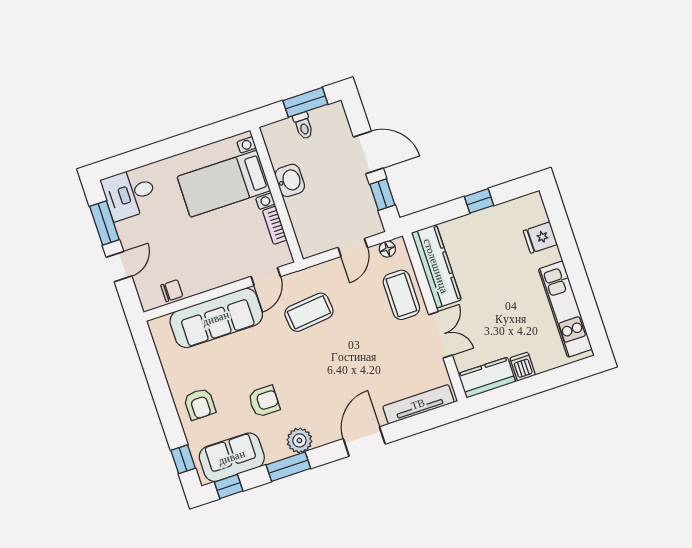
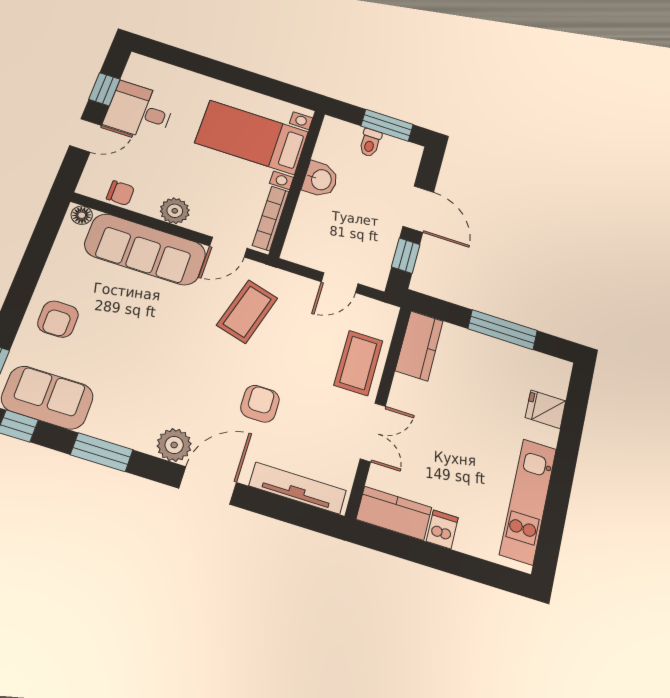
desk: (129, 194) -> (140, 111), moved
window: (479, 201) -> (503, 330), width x2.17
window: (104, 223) -> (104, 89), width x0.67
bookcase: (275, 225) -> (271, 218), width x1.56
floor lamp: (387, 249) -> (82, 215), moved
kitchen counter: (436, 266) -> (419, 346), width x0.67
plant: (214, 277) -> (175, 211), added
coffee table: (309, 312) -> (247, 312), turned -68
armchair: (264, 401) -> (260, 404), moved, turned -90
plant: (299, 440) -> (174, 445), moved

